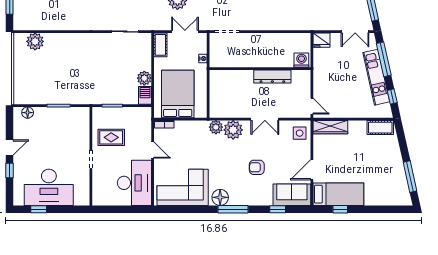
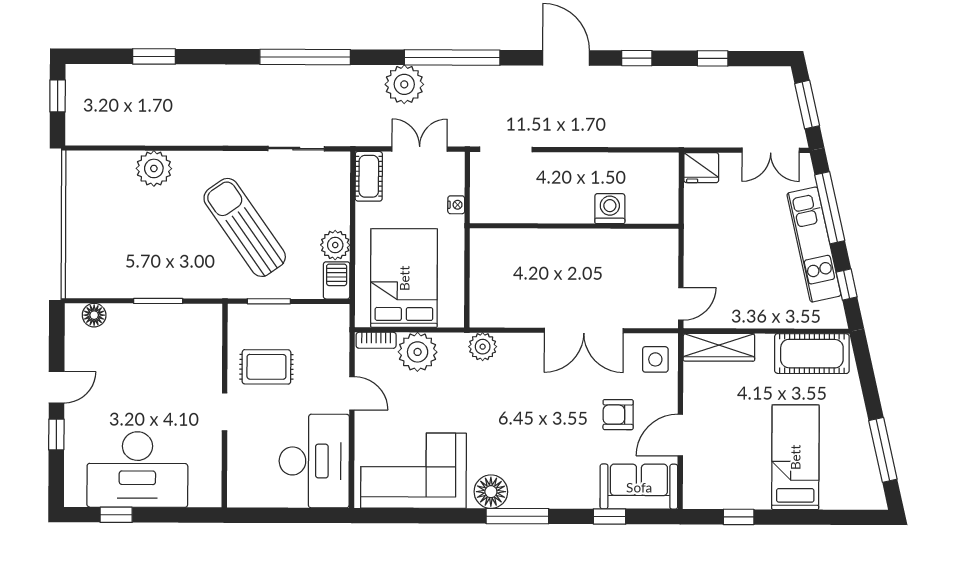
plant: (35, 41) -> (154, 168), moved
washing machine: (301, 60) -> (610, 209), moved
sun lounger: (100, 70) -> (245, 227), added
dresser: (272, 76) -> (600, 242), removed
door: (312, 106) -> (681, 304), hinge flipped
double door: (265, 119) -> (584, 330), width x1.37
cot: (380, 128) -> (812, 354), width x1.37, depth x1.34
plant: (233, 130) -> (418, 352), moved
armchair: (257, 167) -> (618, 415), moved
bed: (338, 194) -> (795, 457), moved, turned -90

